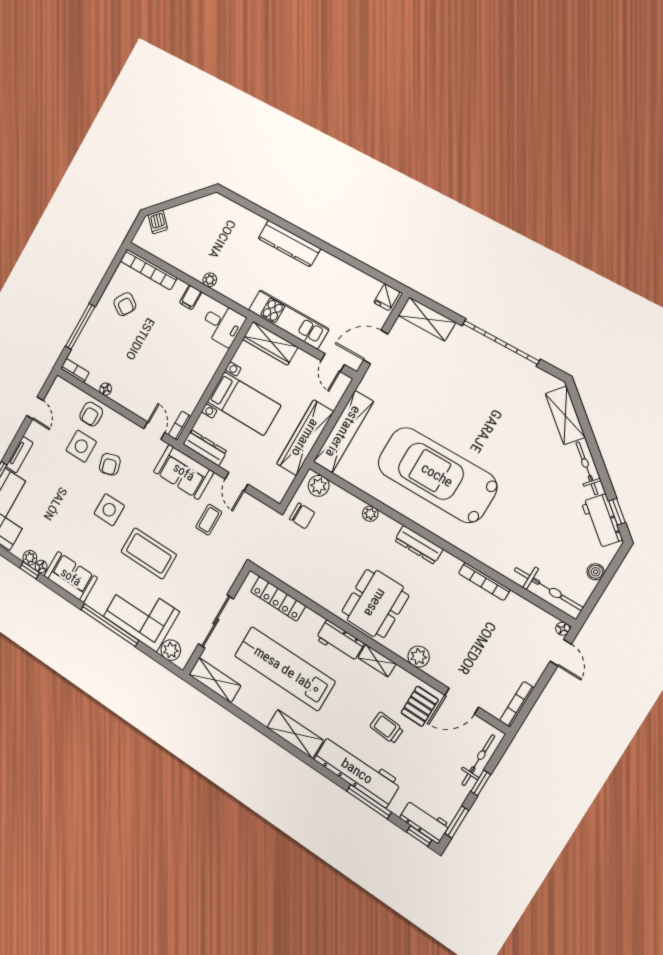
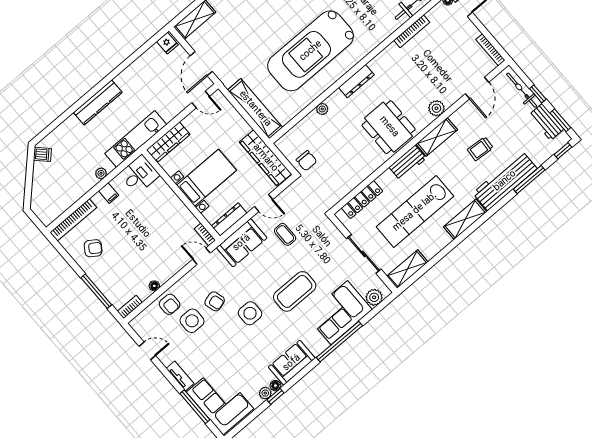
dishwasher: (158, 222) -> (42, 154), moved
kitchen unit: (289, 319) -> (136, 139), moved
wardrobe: (305, 438) -> (265, 158), moved
plant: (319, 486) -> (289, 141), removed
chair: (302, 516) -> (307, 161), turned 90
bookcase: (484, 581) -> (412, 31), moved
shelving: (377, 661) -> (437, 137), width x1.50, depth x1.33
pallet: (420, 706) -> (472, 119), removed
workbench: (425, 821) -> (546, 122), moved, turned -90

